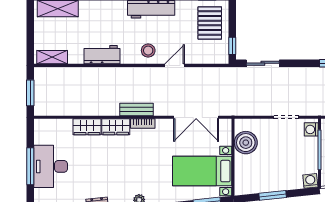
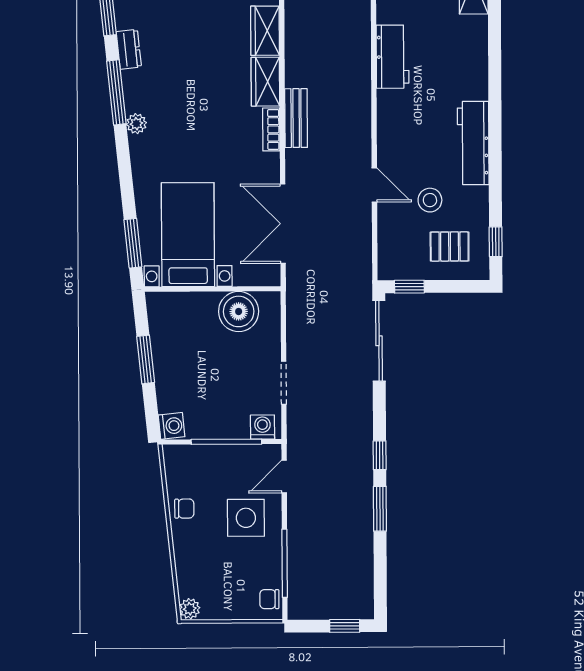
pallet: (210, 23) -> (450, 247), width x0.67, depth x0.71
stool: (148, 51) -> (430, 200), moved
sliding door: (263, 63) -> (379, 341), width x1.37

